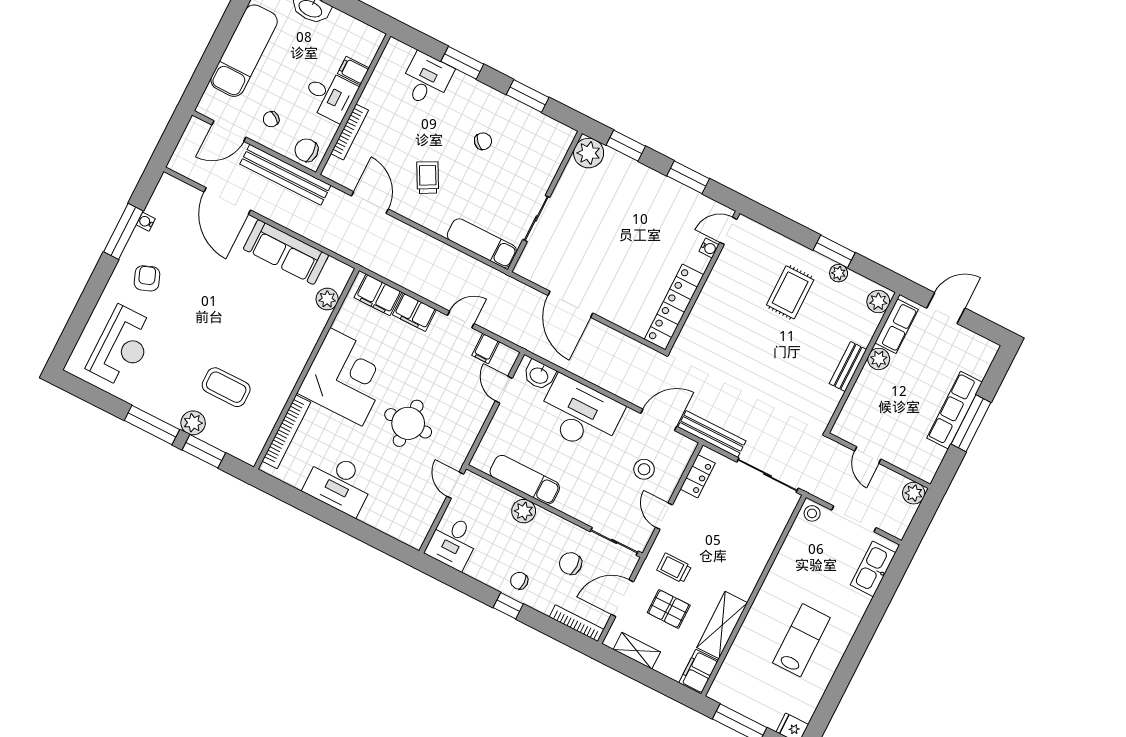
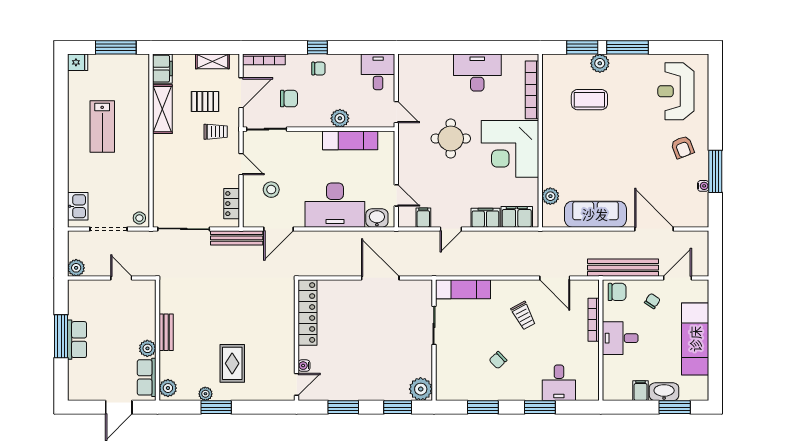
filing cabinet: (353, 71) -> (641, 391), moved, turned -90
row of seats: (955, 410) -> (77, 340), width x0.68
kitchen sink: (873, 569) -> (78, 206), width x0.73

